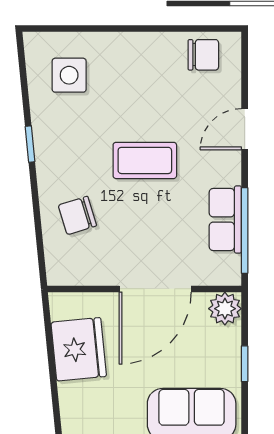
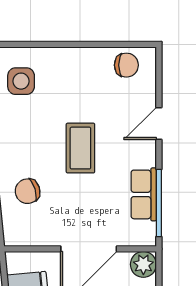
coffee table: (145, 160) -> (80, 148), turned 90

